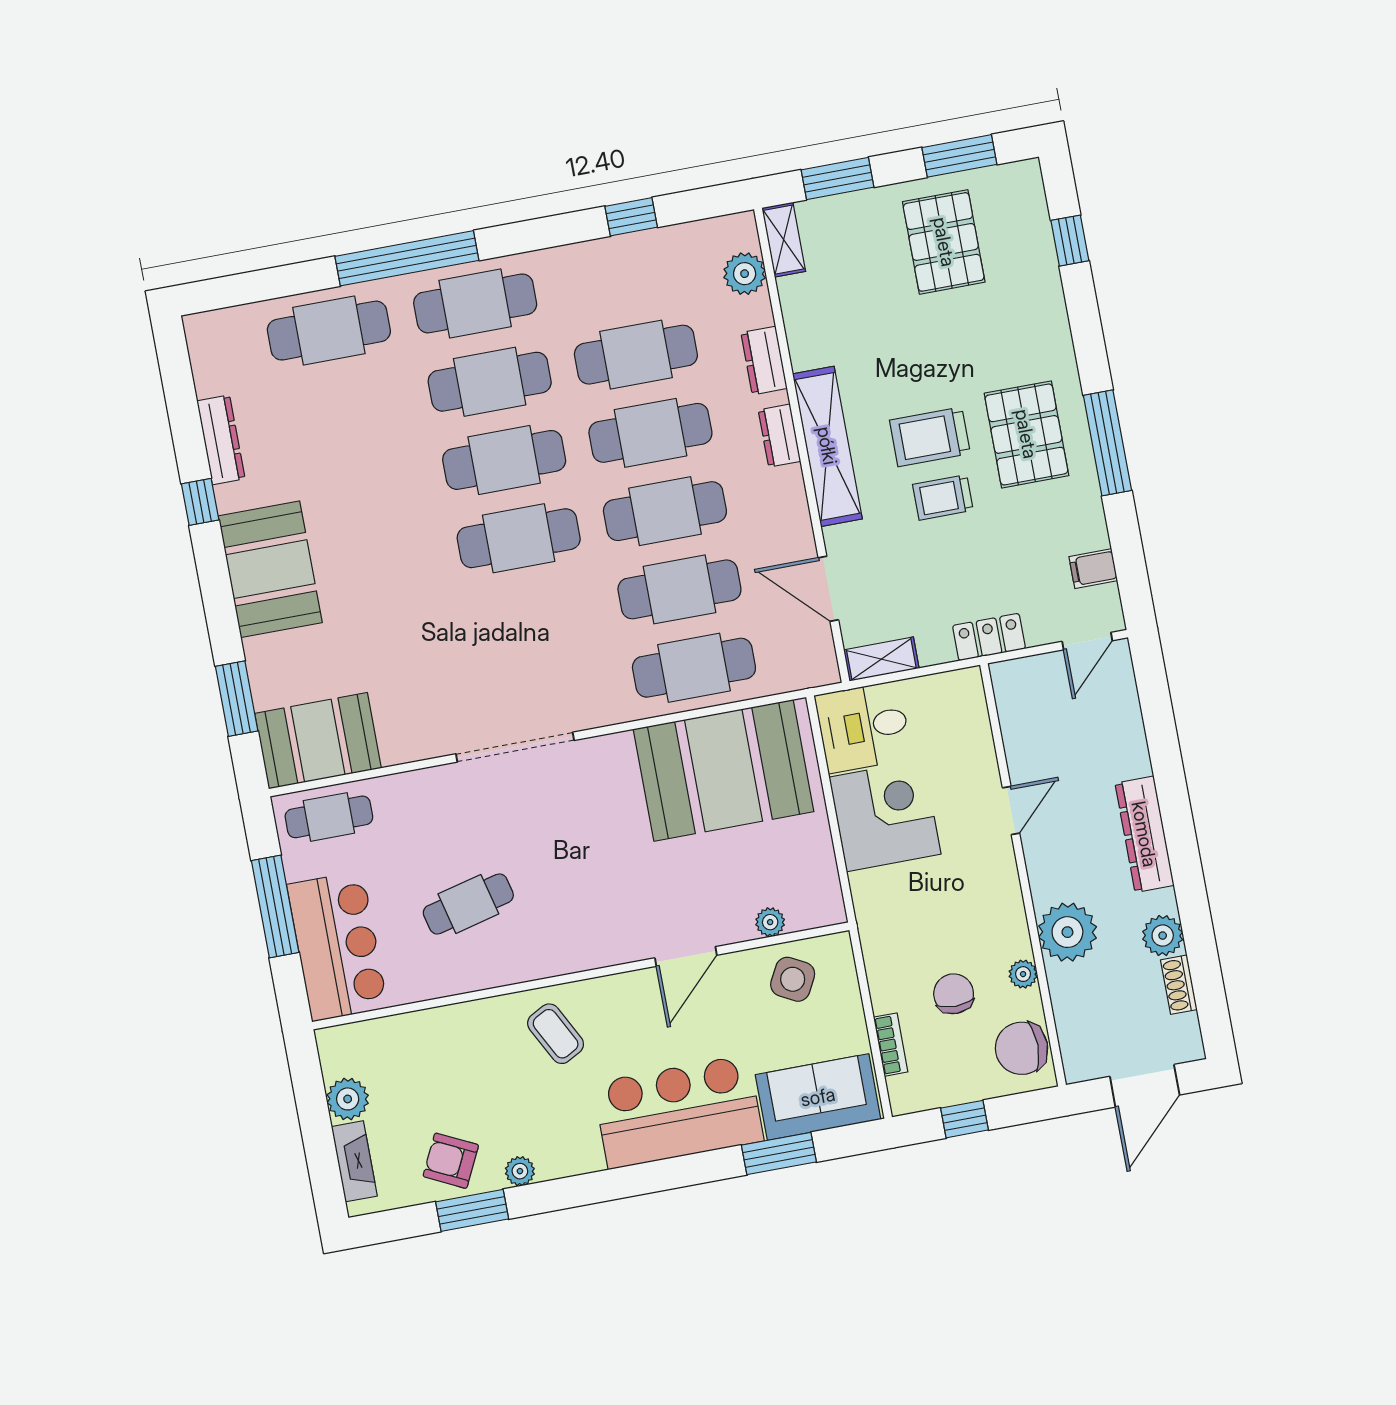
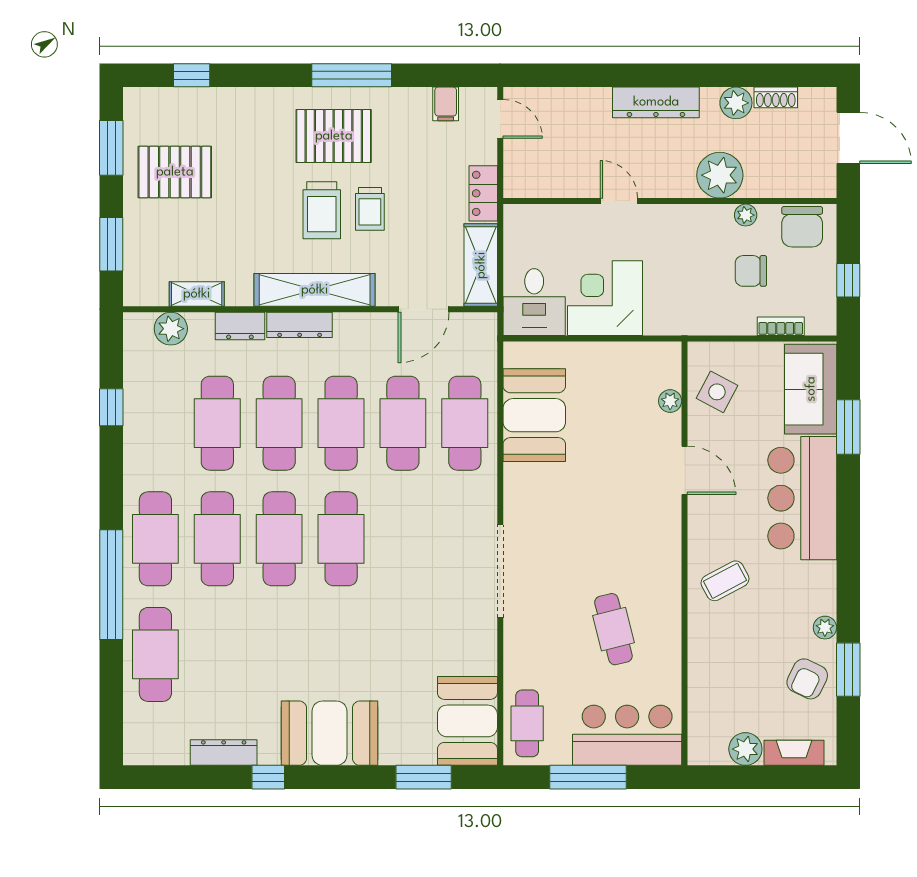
shelving: (784, 240) -> (197, 294), moved
dresser: (779, 436) -> (300, 325), width x1.44
shelving: (881, 659) -> (481, 265), width x1.50, depth x1.33
booth: (724, 770) -> (534, 415), width x0.73, depth x0.70

